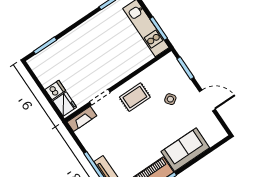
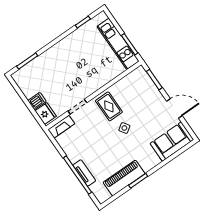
rug: (135, 97) -> (109, 106), turned 90
side table: (170, 99) -> (124, 128), moved
sofa: (185, 150) -> (172, 142), moved

